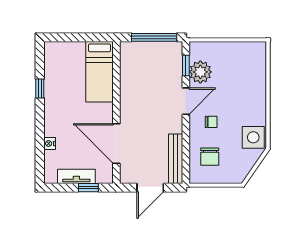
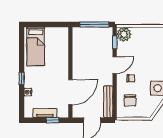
bed: (100, 72) -> (36, 46), moved
plant: (200, 72) -> (124, 34), moved
window: (40, 89) -> (22, 78), moved
door: (116, 144) -> (70, 92), swing flipped

